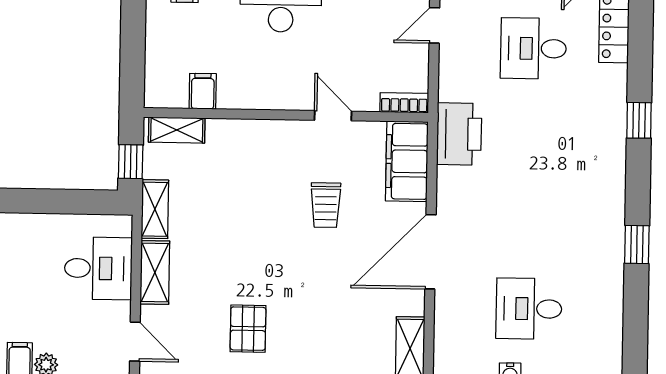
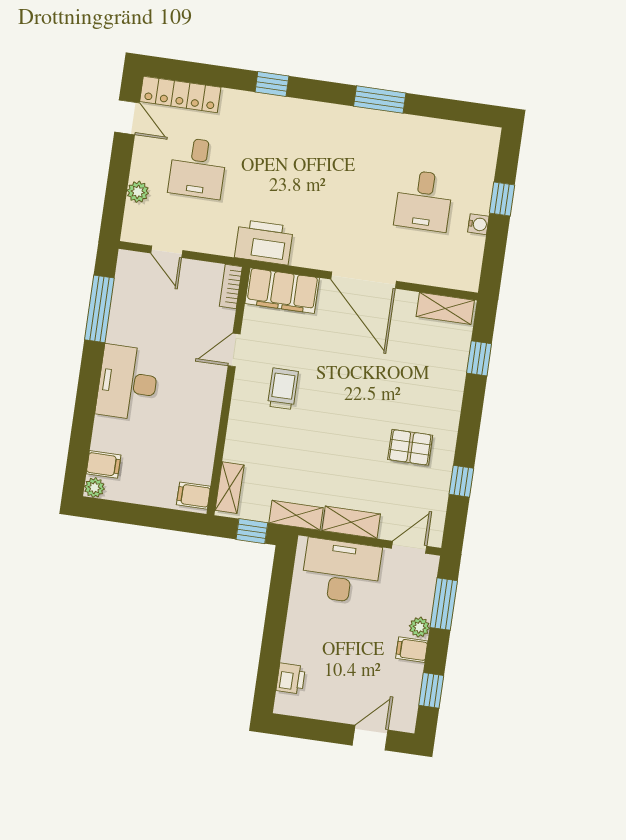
filing cabinet: (203, 91) -> (194, 496), moved
trolley: (326, 205) -> (283, 389), moved, turned -90
window: (637, 244) -> (380, 100), width x1.50
desk: (98, 268) -> (341, 571), width x1.37

